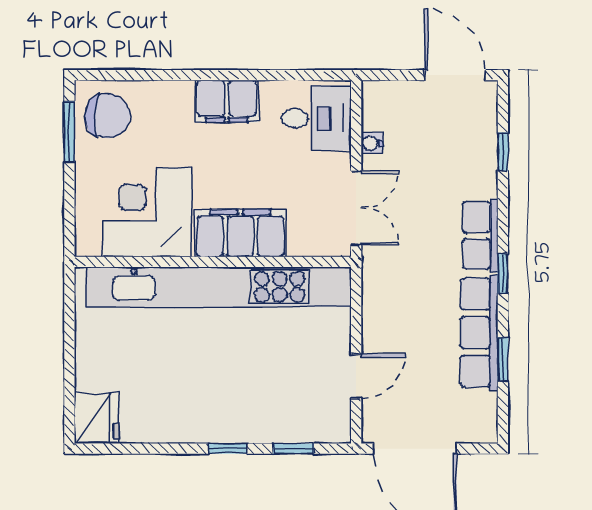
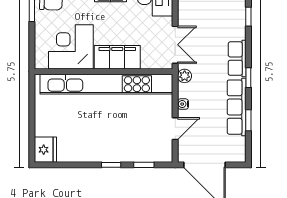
water cooler: (372, 143) -> (183, 104), moved
plant: (375, 270) -> (185, 76), added

